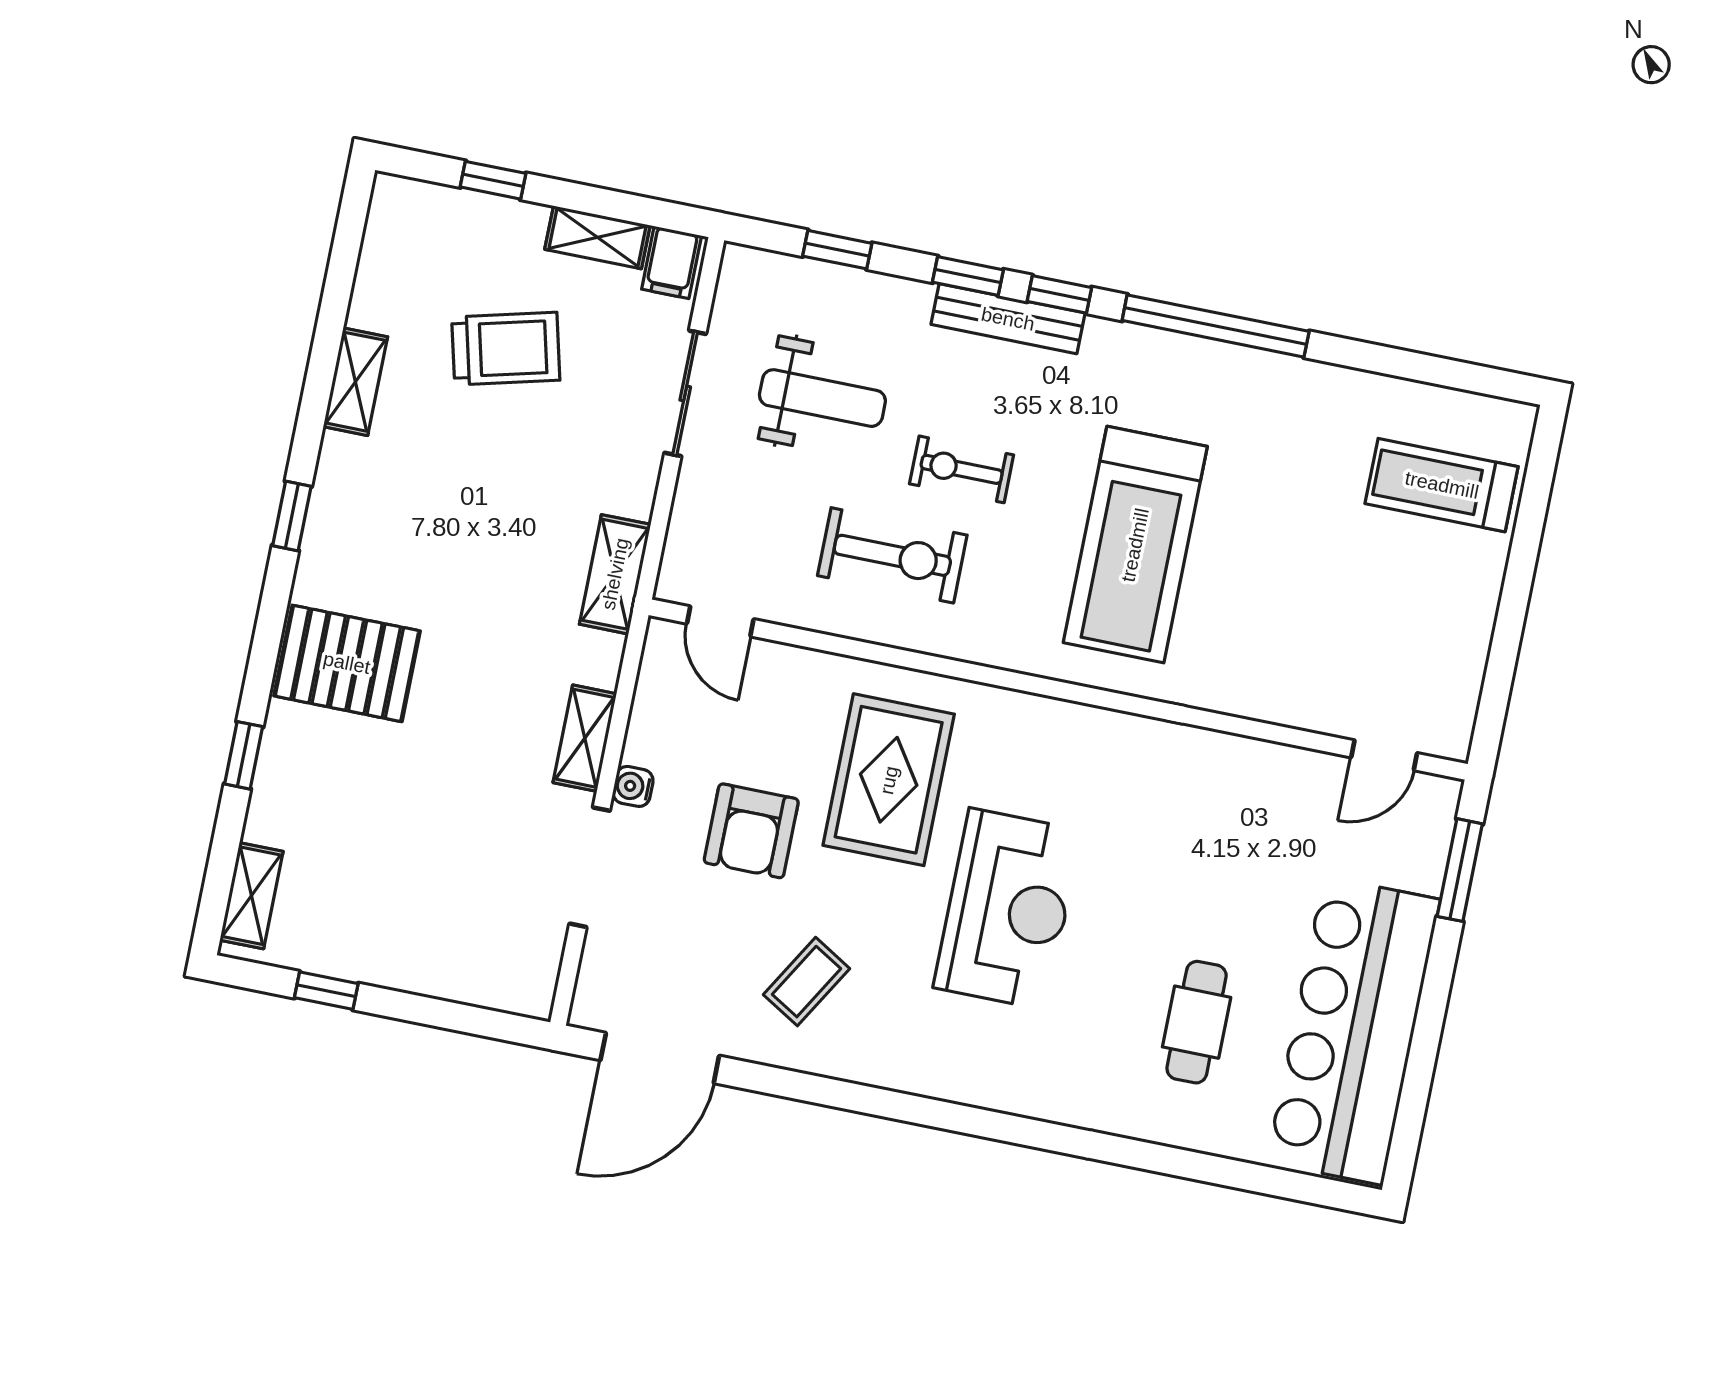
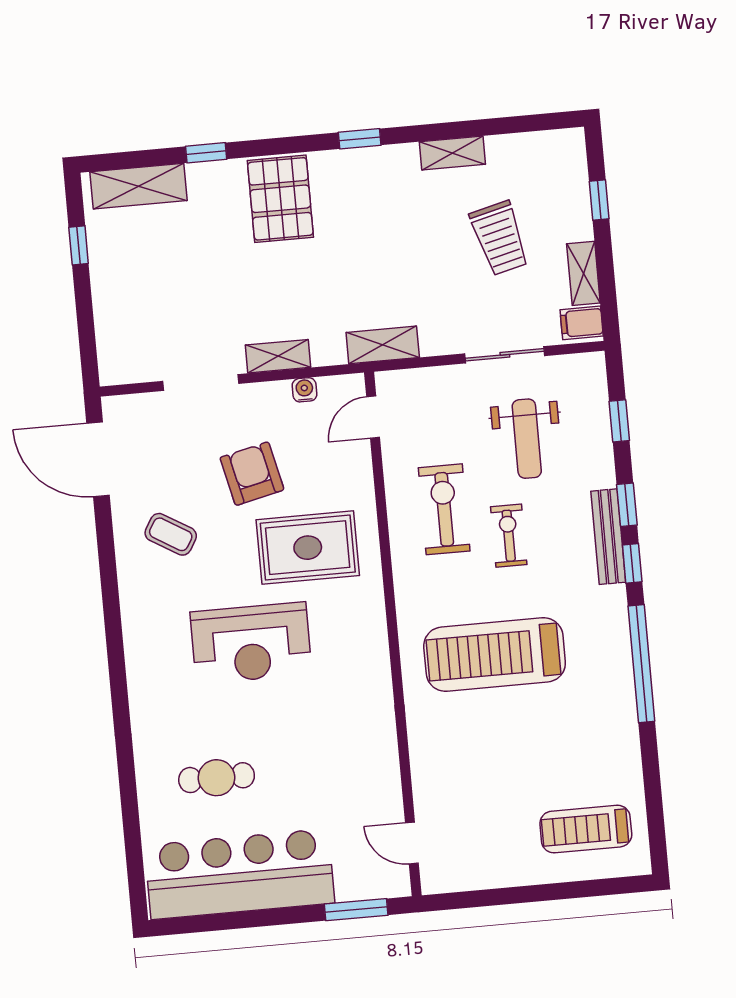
treadmill: (1442, 485) -> (586, 829), turned -90
exercise bike: (892, 555) -> (444, 509), turned 180
water cooler: (633, 786) -> (304, 390), moved
armchair: (751, 831) -> (252, 474), turned 77
shelving: (251, 896) -> (139, 186), width x1.50, depth x1.33

